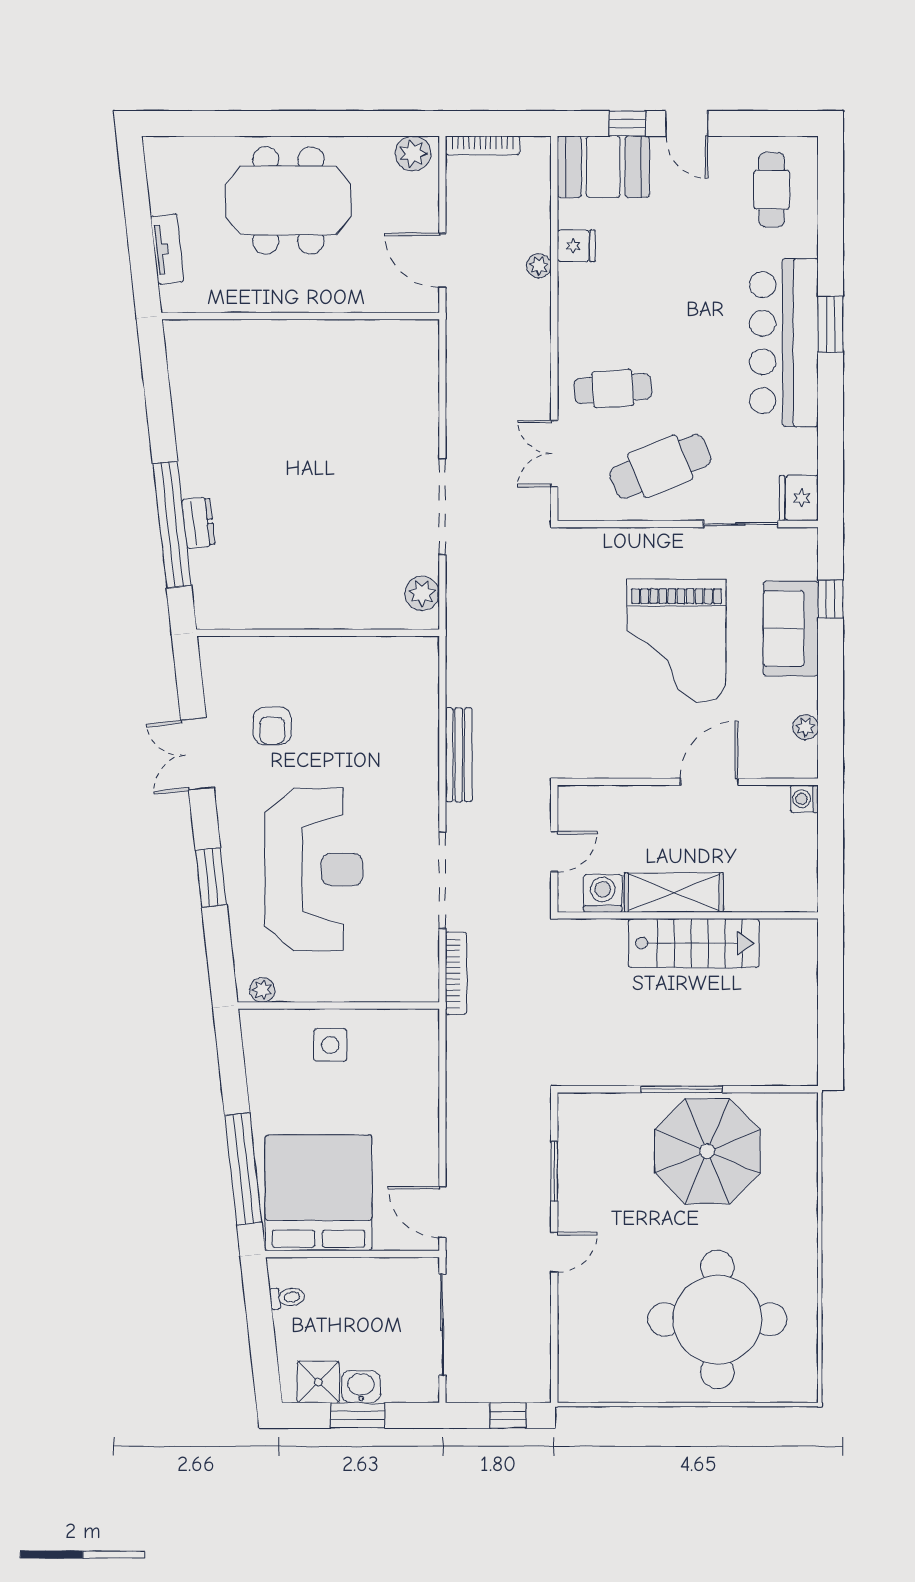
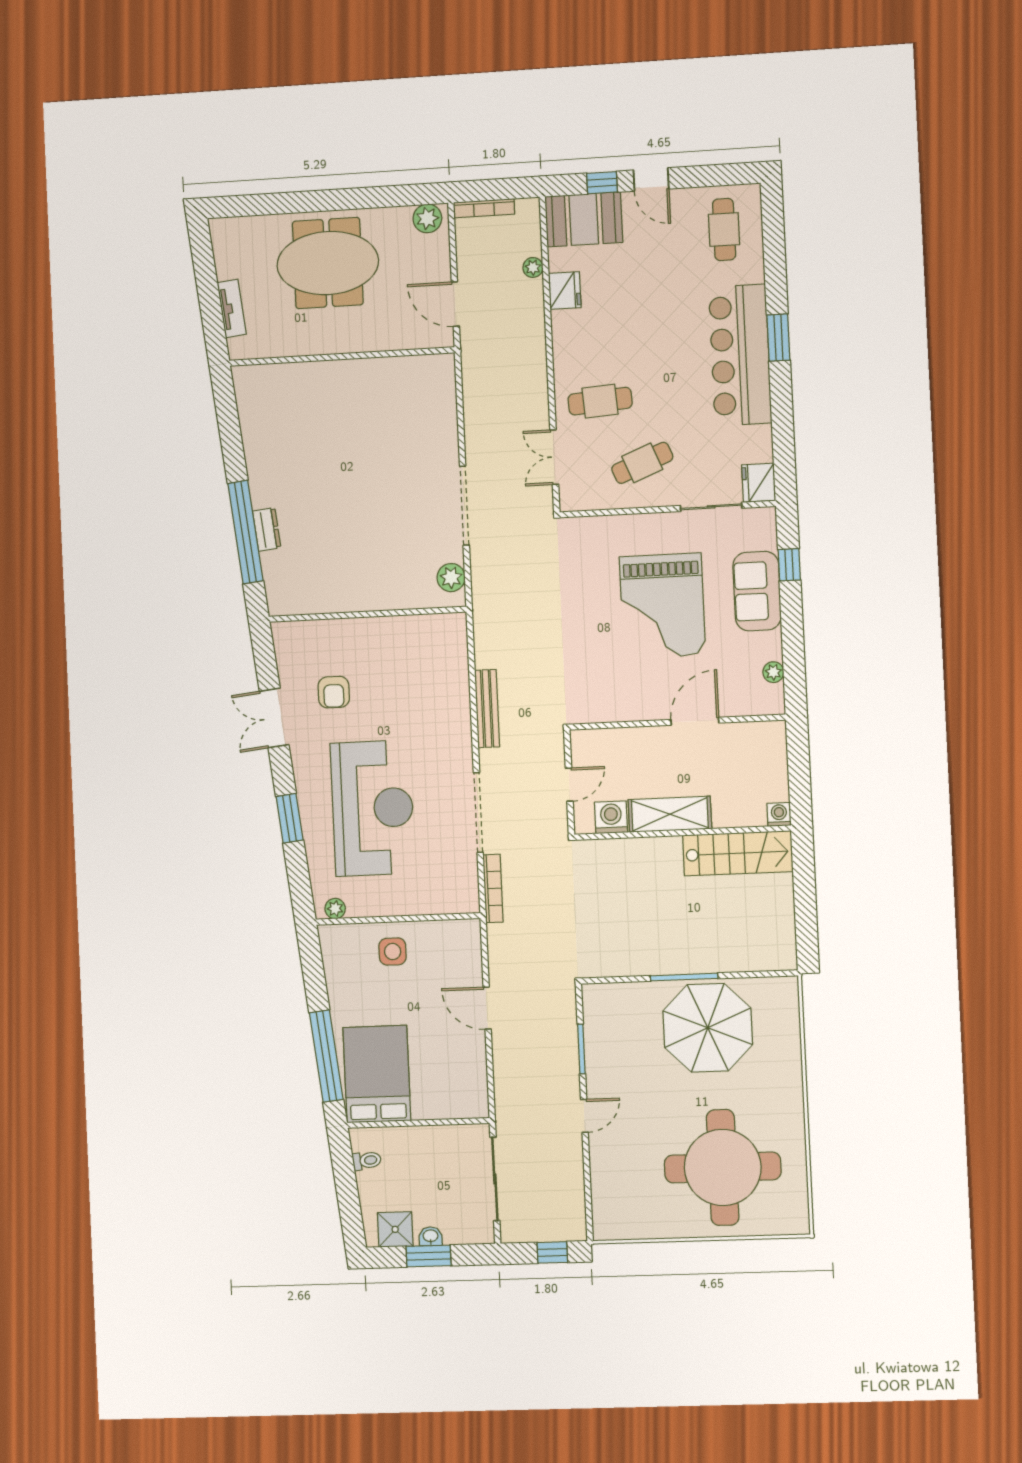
fridge: (576, 246) -> (565, 291), width x1.38
plant: (539, 266) -> (533, 267), moved
cafe table: (660, 466) -> (642, 463), width x0.73, depth x0.74
washing machine: (804, 799) -> (779, 814), moved, turned 90
stairs: (694, 943) -> (738, 853), moved
bed: (319, 1193) -> (377, 1074), width x0.73
door: (442, 1212) -> (487, 1008), moved
washbasin: (361, 1387) -> (431, 1236), width x0.72, depth x0.69

